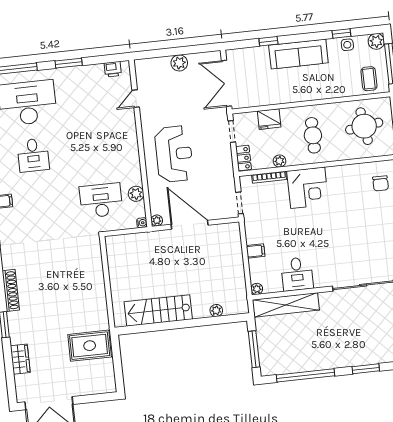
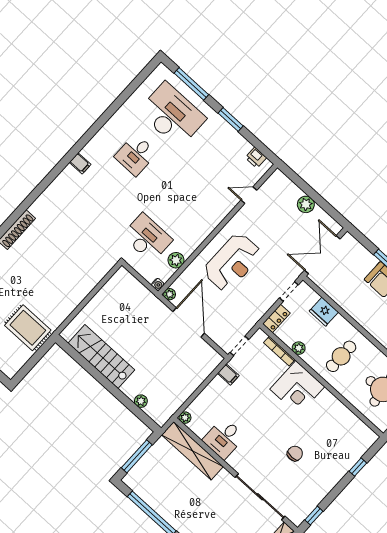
chair: (381, 183) -> (295, 454), moved, turned 180
filing cabinet: (256, 251) -> (228, 374), moved

